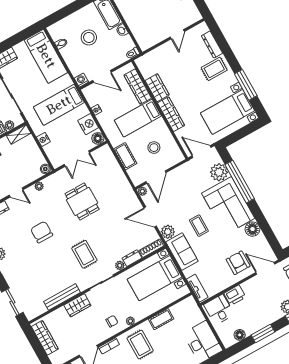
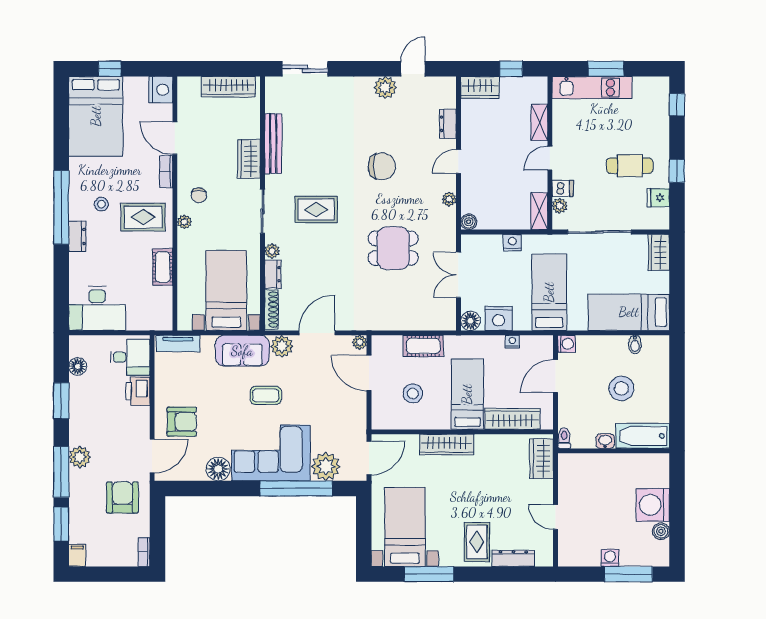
wardrobe: (157, 88) -> (542, 459), moved, turned 90

